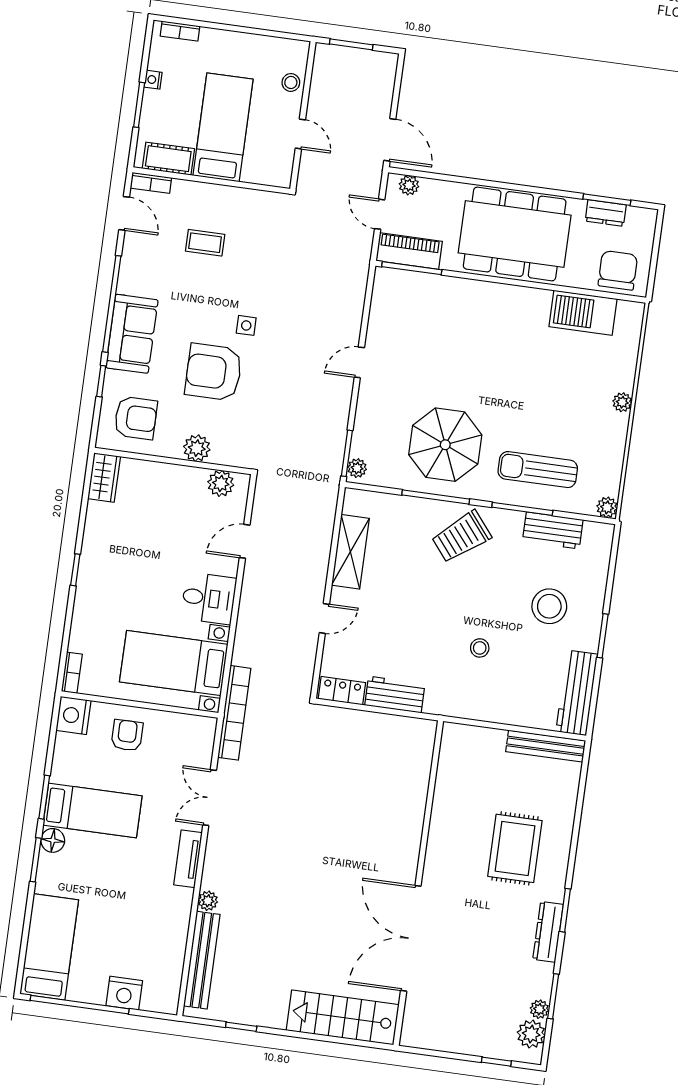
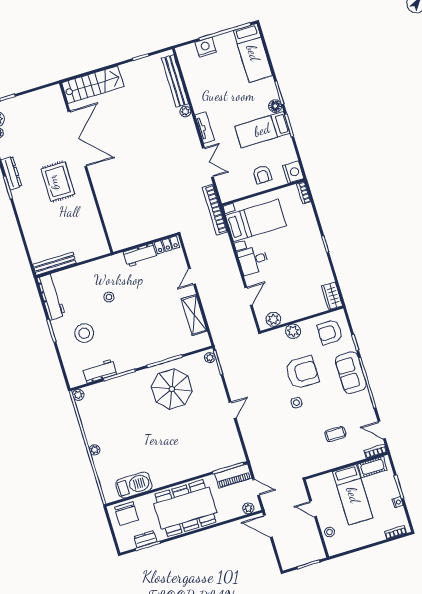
sun lounger: (538, 470) -> (121, 398), removed
trolley: (461, 537) -> (143, 348), removed
rug: (515, 848) -> (58, 182), moved

